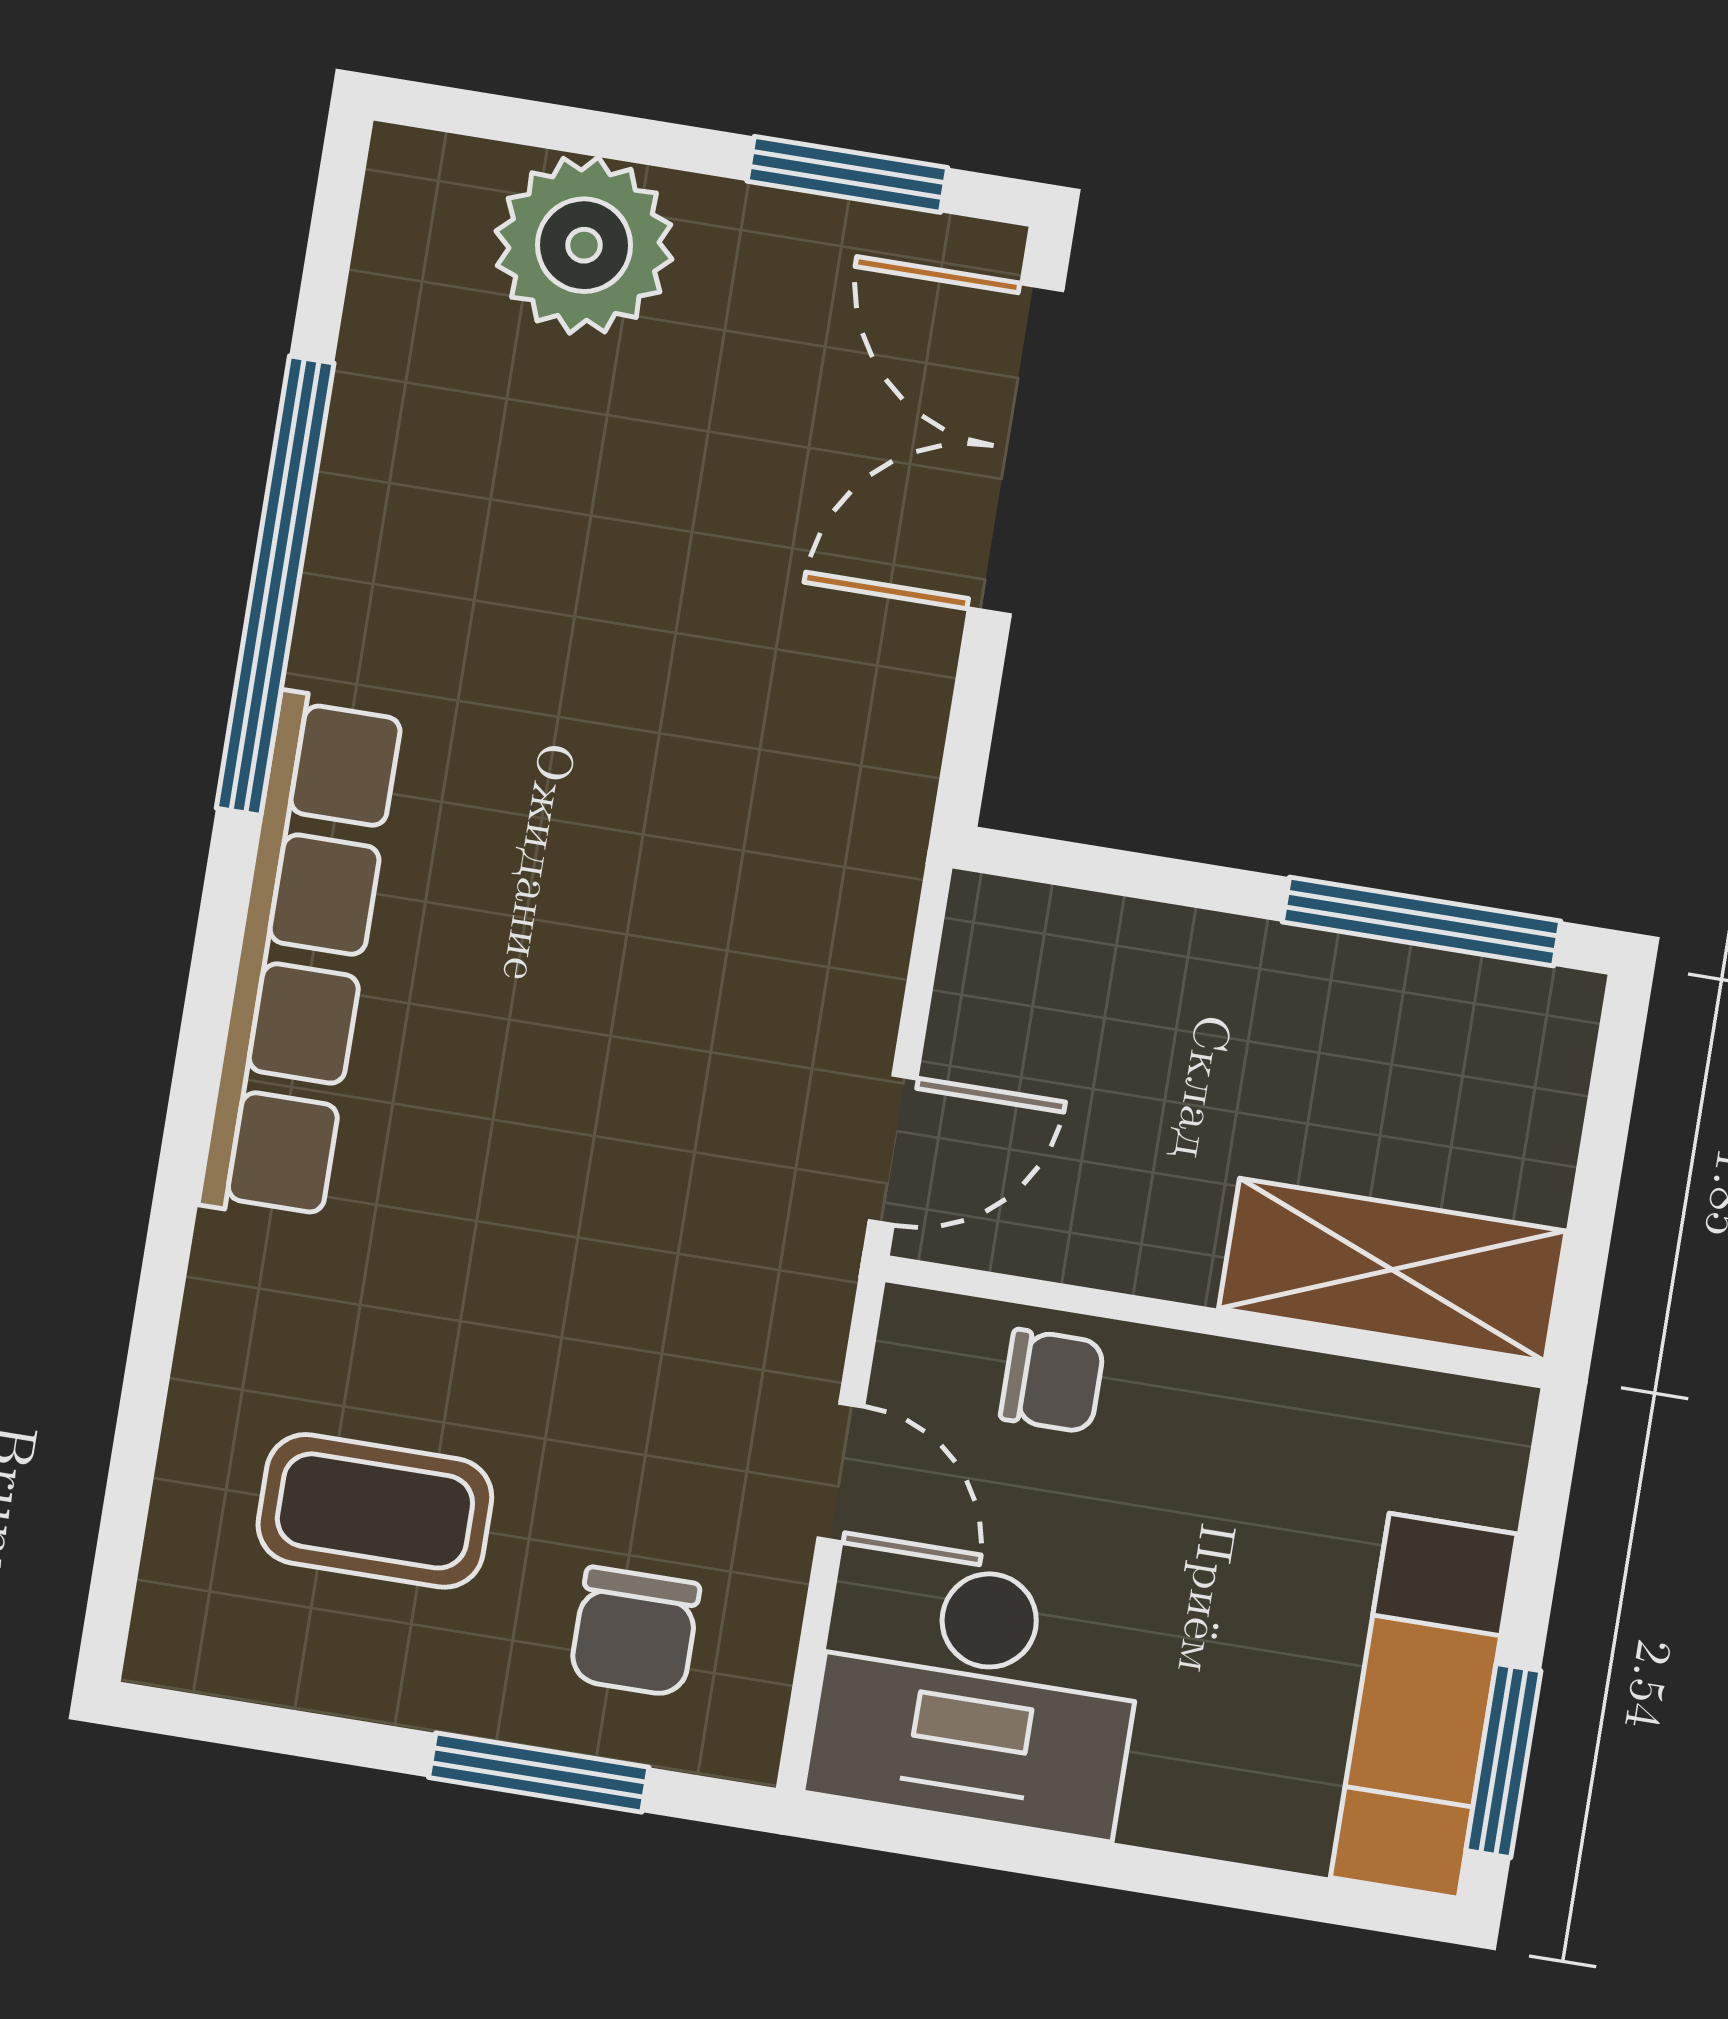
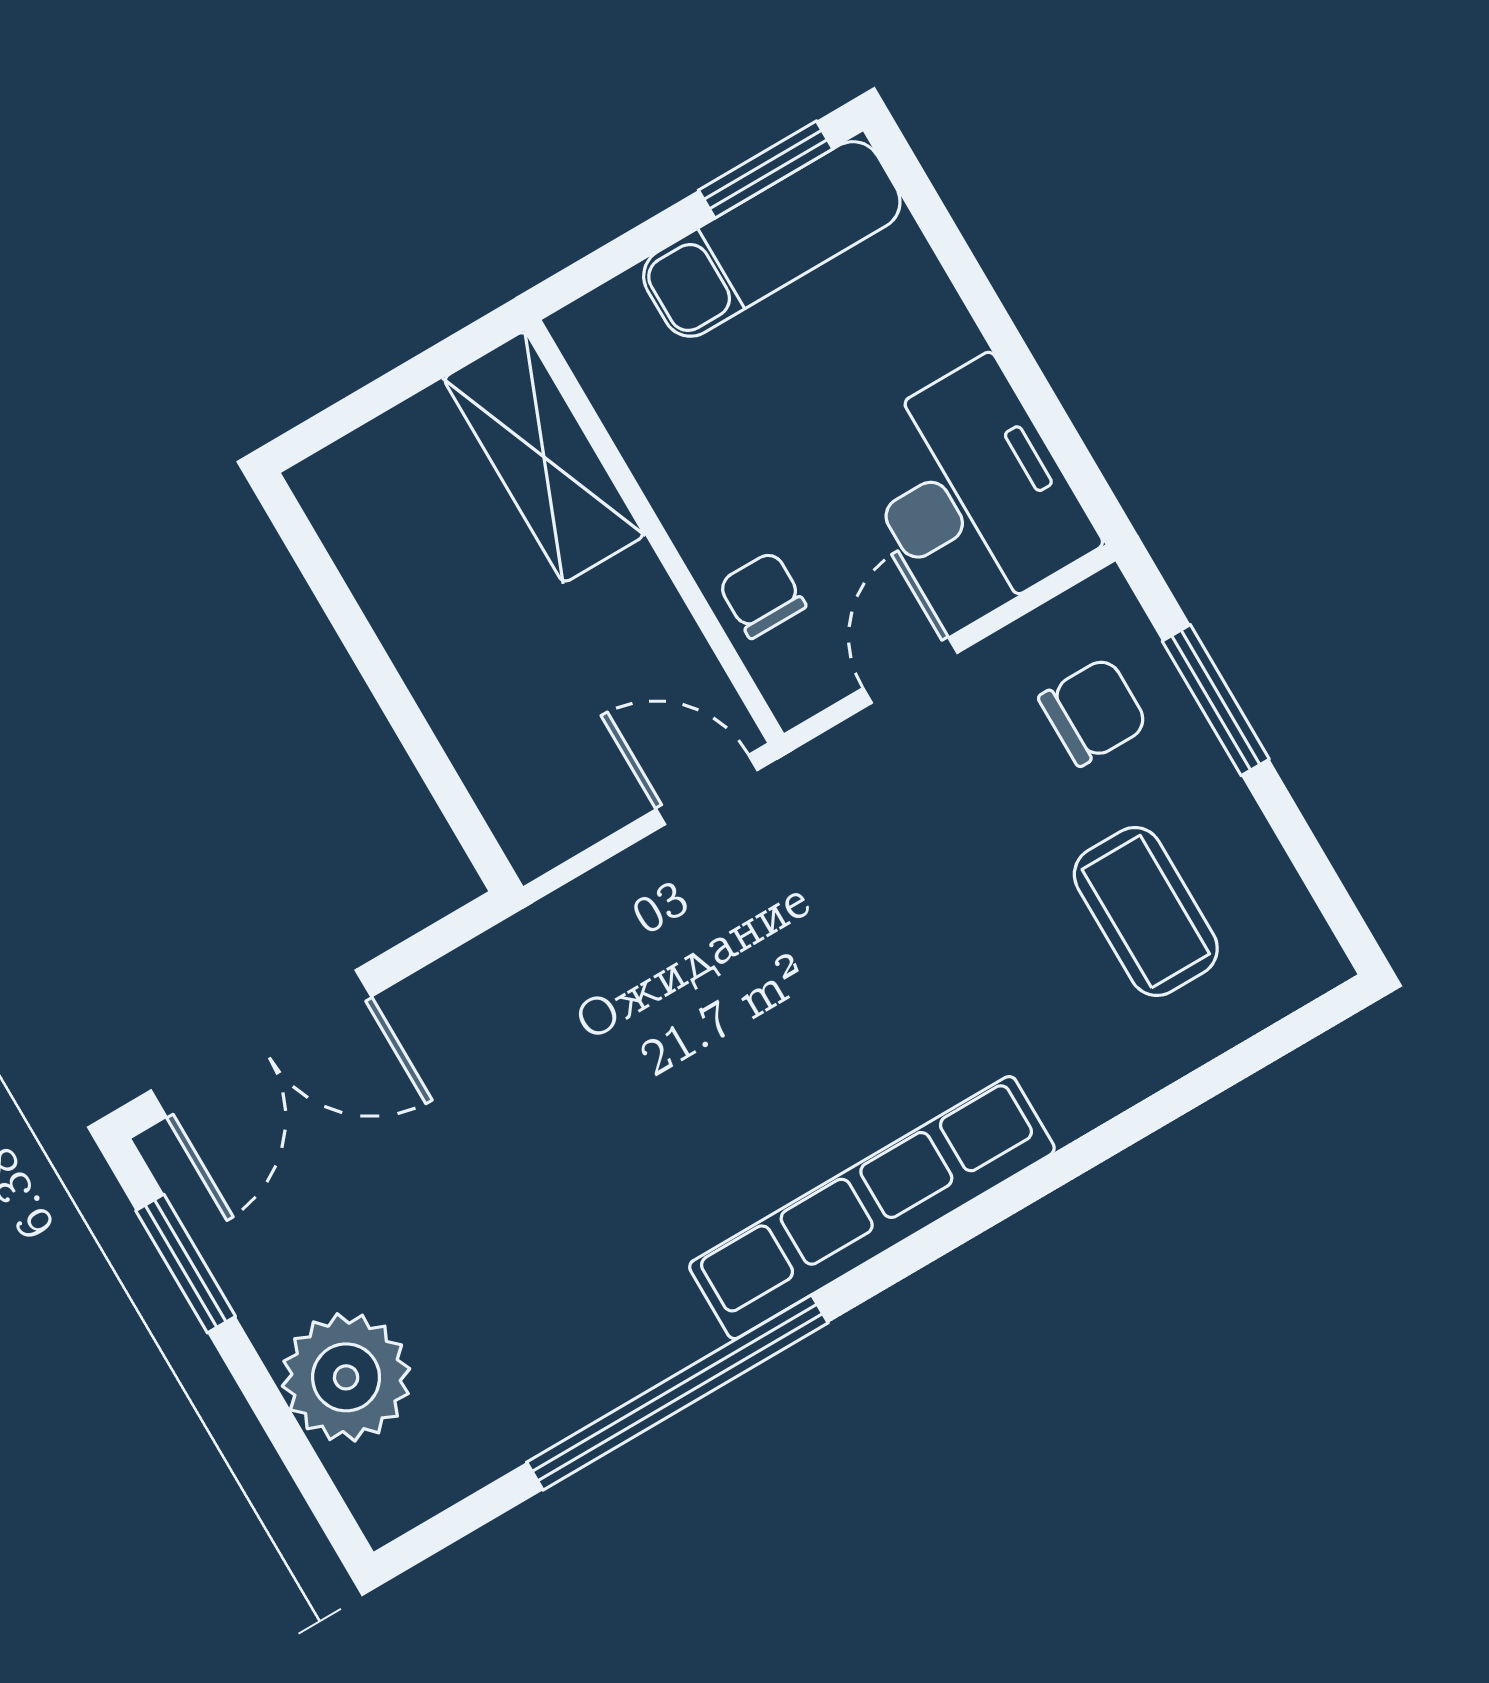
window: (1421, 922) -> (337, 601), removed

